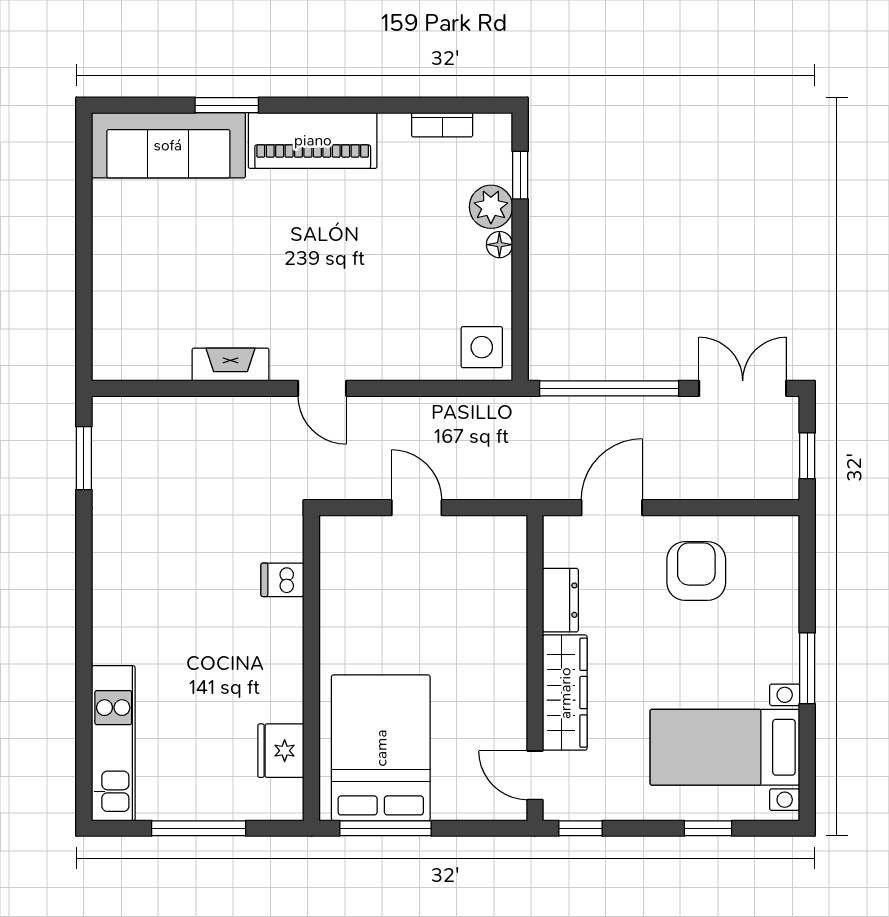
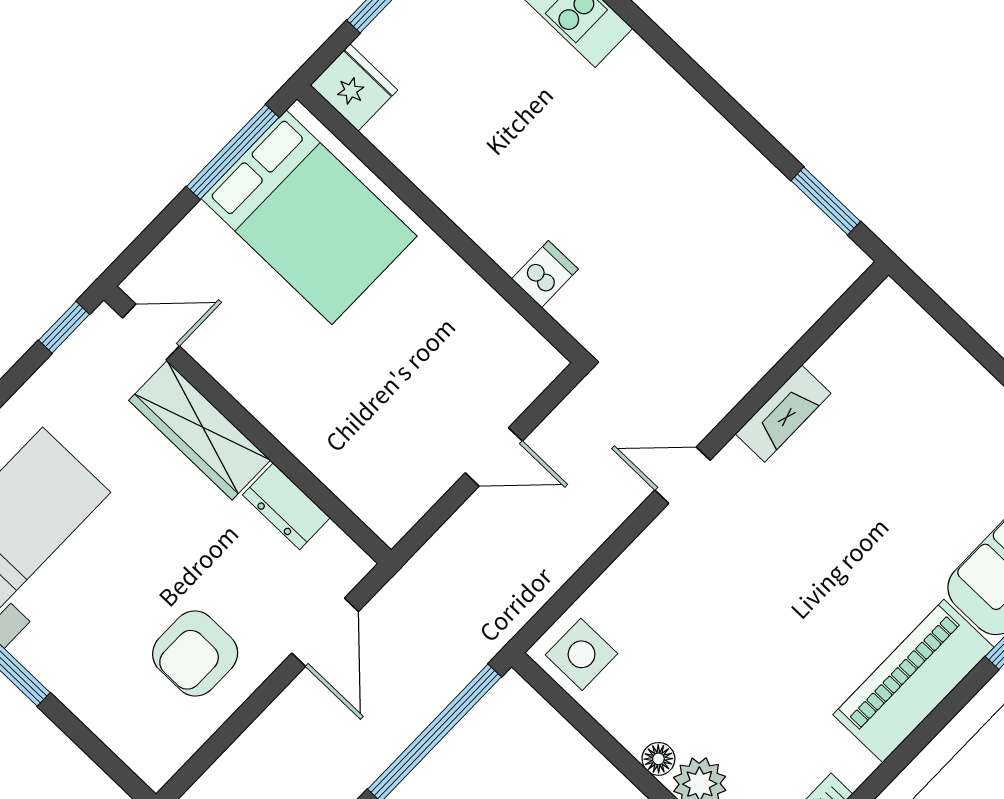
armchair: (696, 571) -> (195, 653), turned 90
fridge: (281, 751) -> (354, 88), moved

